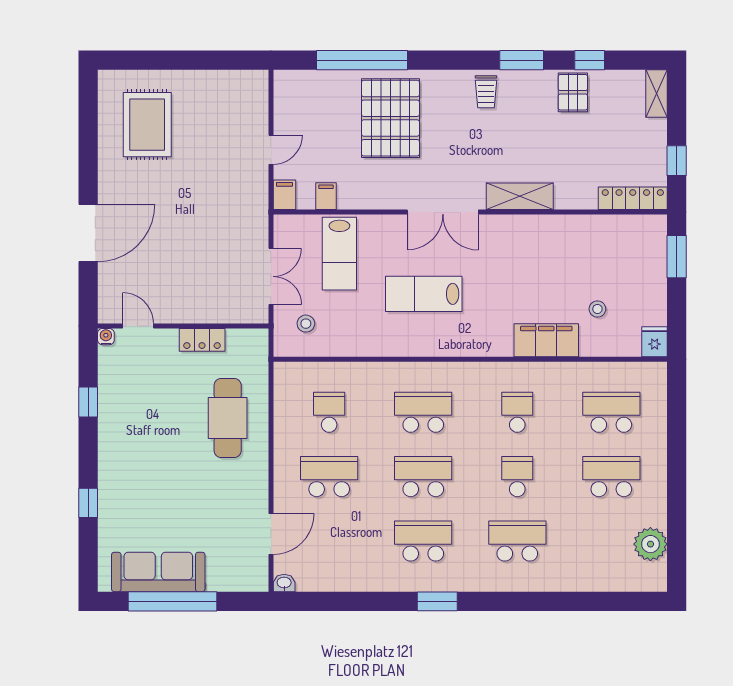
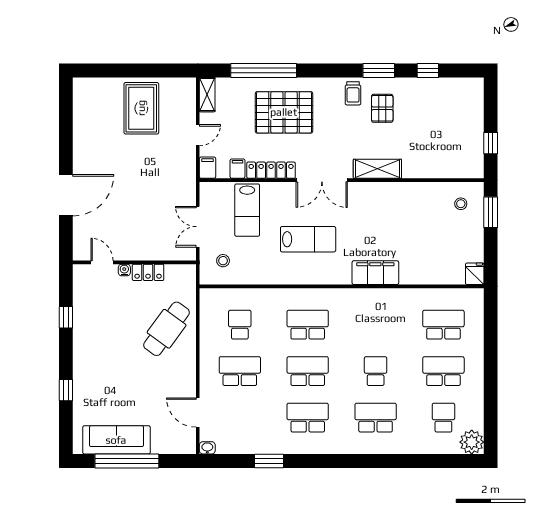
pallet: (573, 92) -> (382, 108), moved
shelving: (657, 93) -> (207, 95), moved
pallet: (390, 118) -> (284, 112), turned 90
rug: (147, 125) -> (141, 108), moved
locker: (633, 198) -> (271, 170), moved
double door: (271, 276) -> (198, 227), swing flipped
lab bench: (424, 294) -> (308, 239), turned 180
stool: (597, 309) -> (461, 204), moved
water cooler: (106, 337) -> (124, 270), moved
filing cabinet: (546, 340) -> (375, 273), moved
school desk: (517, 412) -> (443, 418), moved
cafe table: (228, 418) -> (167, 329), turned 36
door: (271, 534) -> (198, 413), swing flipped
plant: (650, 544) -> (472, 442), moved
window: (437, 601) -> (269, 461), moved

